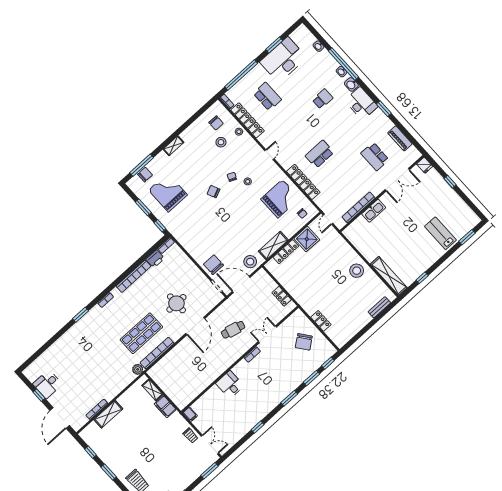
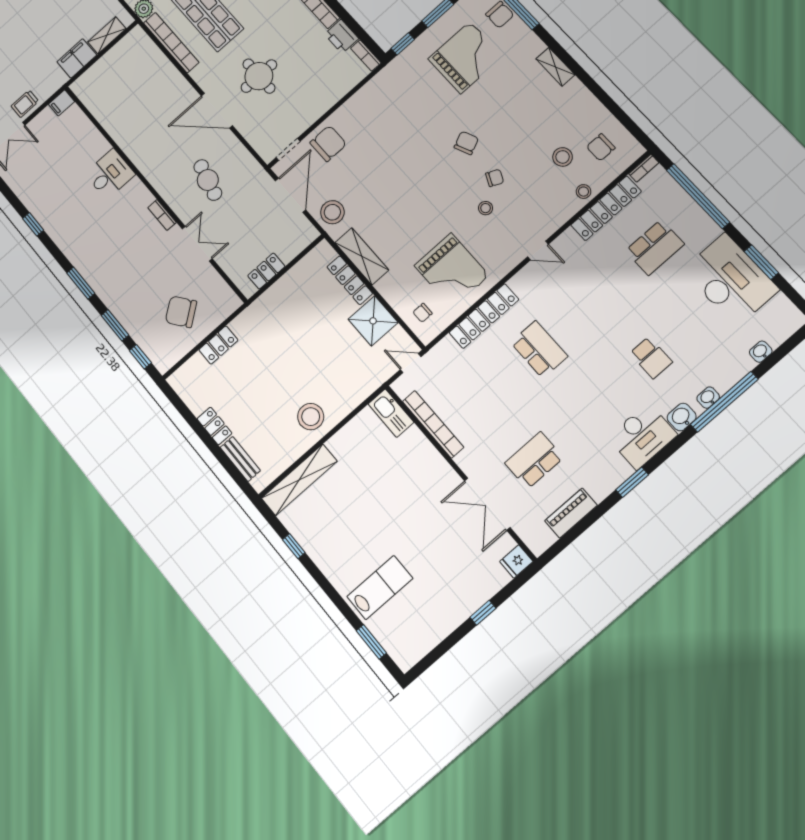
kitchen sink: (374, 211) -> (391, 413), moved
locker: (363, 322) -> (214, 426), added

